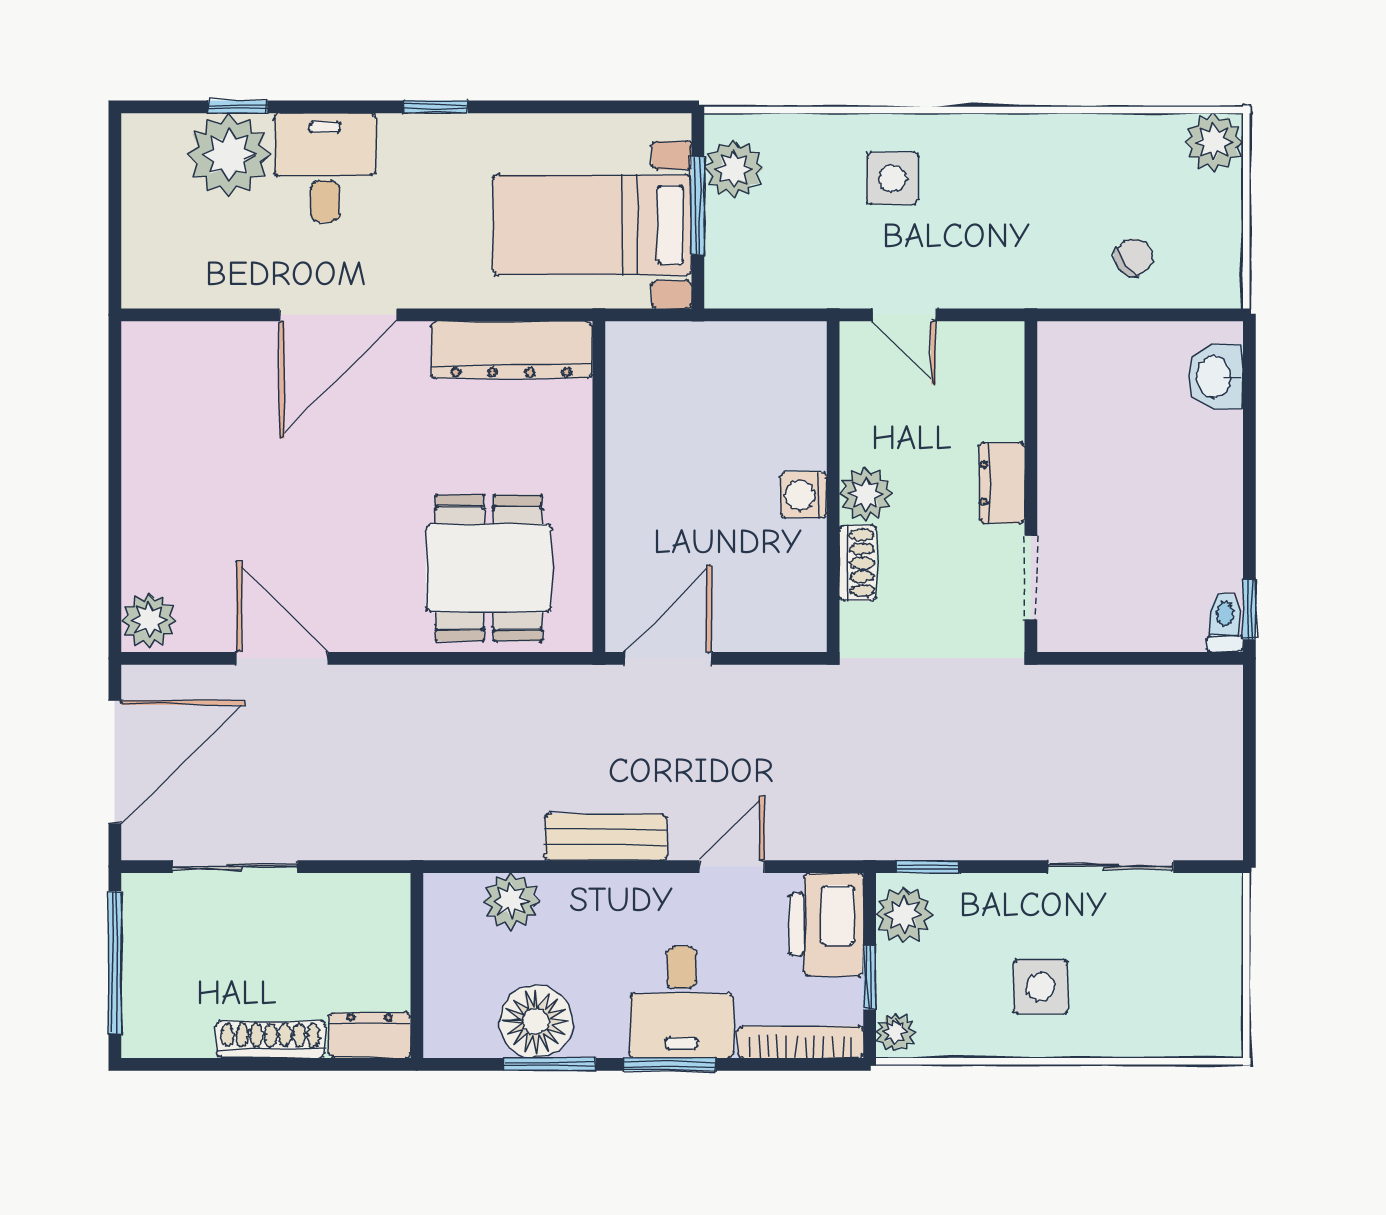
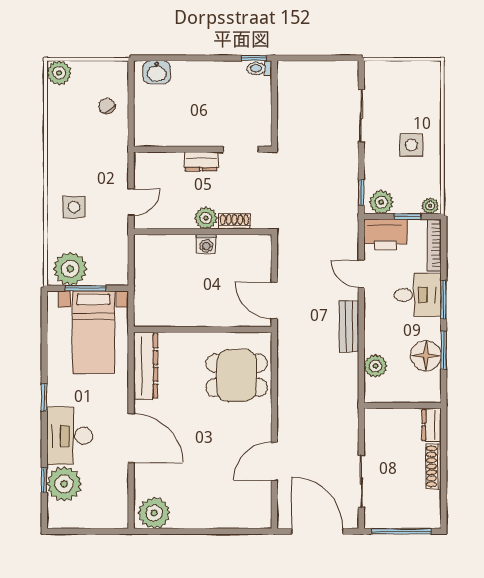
desk: (325, 168) -> (70, 436), width x1.37
plant: (734, 169) -> (70, 269), width x1.36, depth x1.36
plant: (149, 620) -> (154, 513), moved, width x1.36, depth x1.36

